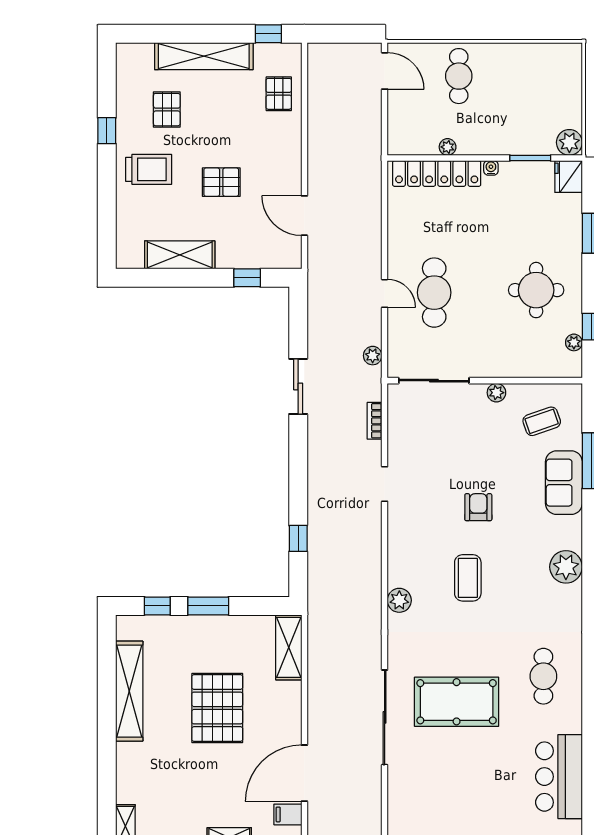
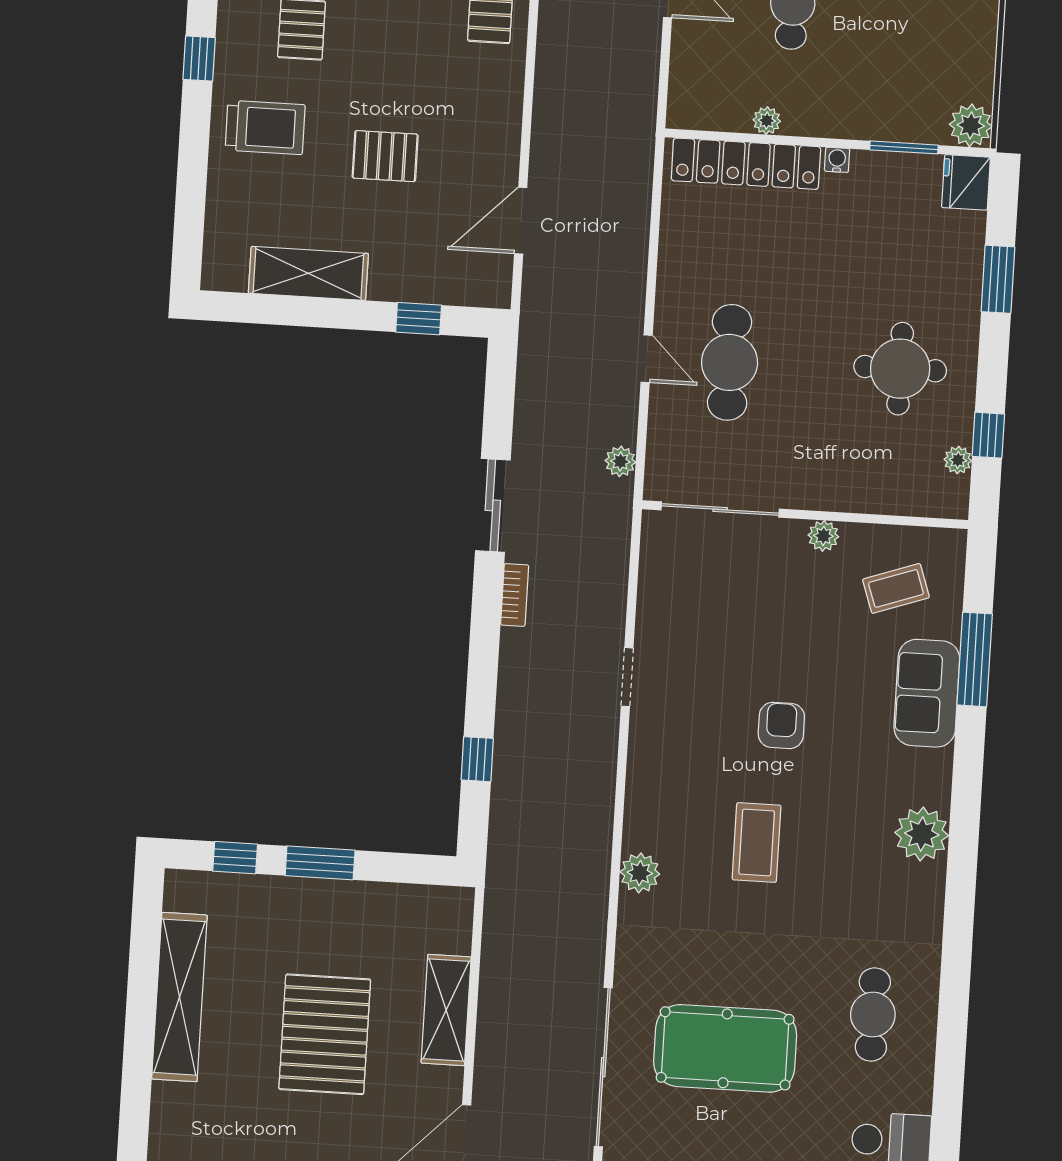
door: (304, 216) -> (521, 221), hinge flipped
bookcase: (375, 421) -> (515, 595), moved, turned 180
shelving: (289, 647) -> (446, 1010), moved

